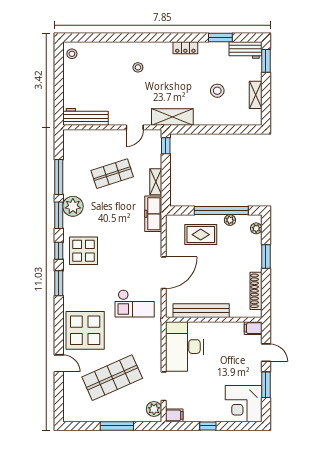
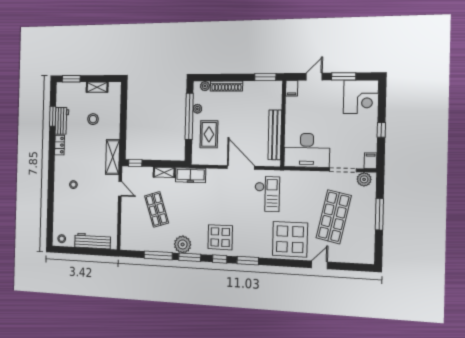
workbench: (245, 50) -> (62, 121), moved
workbench: (85, 117) -> (93, 241), moved, turned 90
window: (266, 256) -> (265, 77), moved
shoe rack: (256, 291) -> (226, 86), moved
shop shelf: (112, 378) -> (334, 217), turned 36

